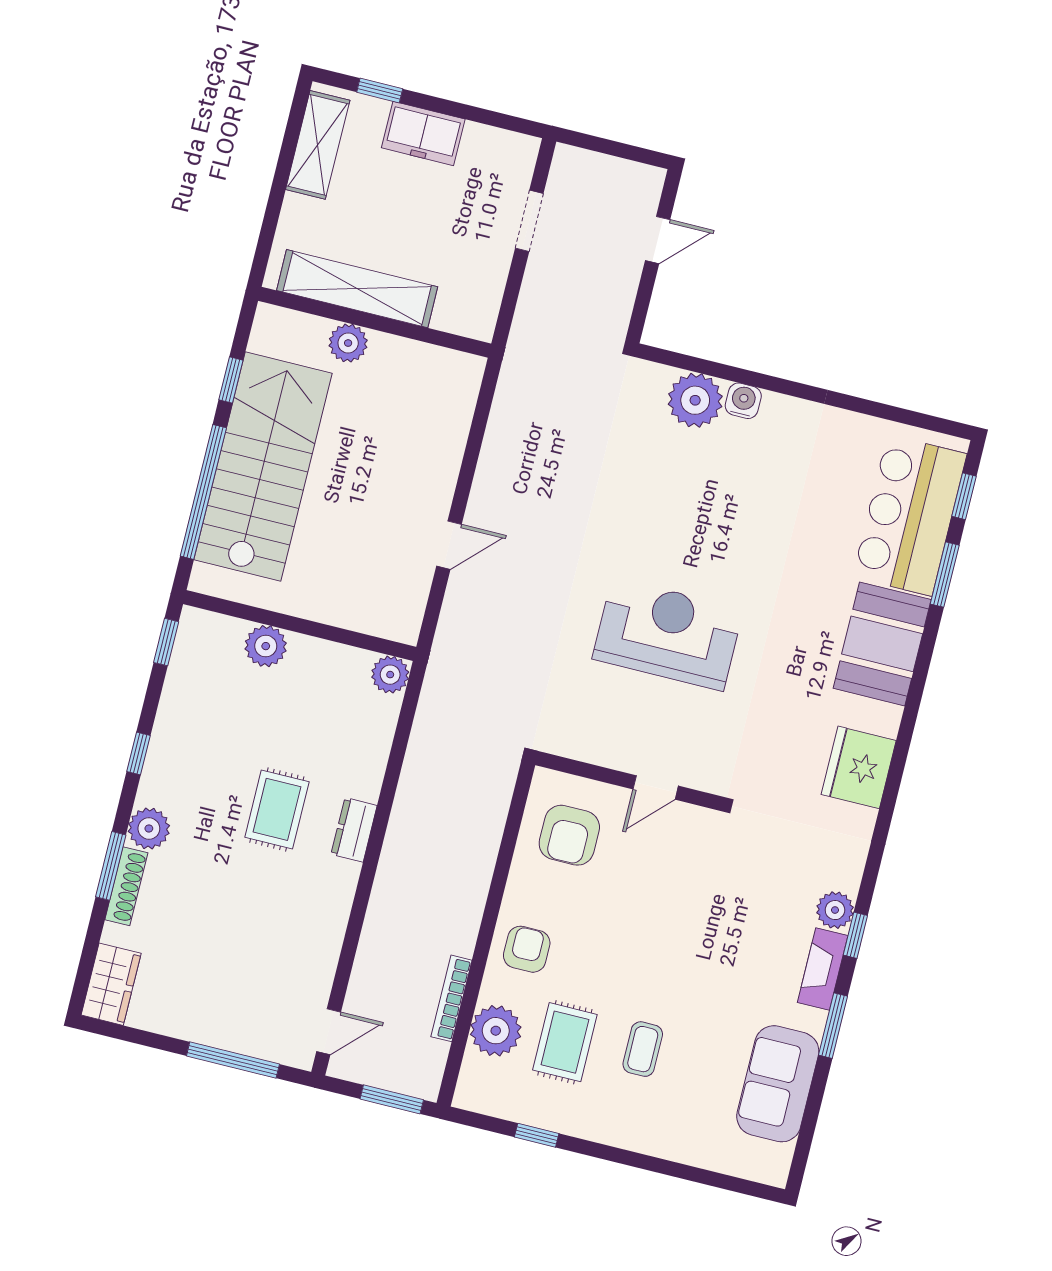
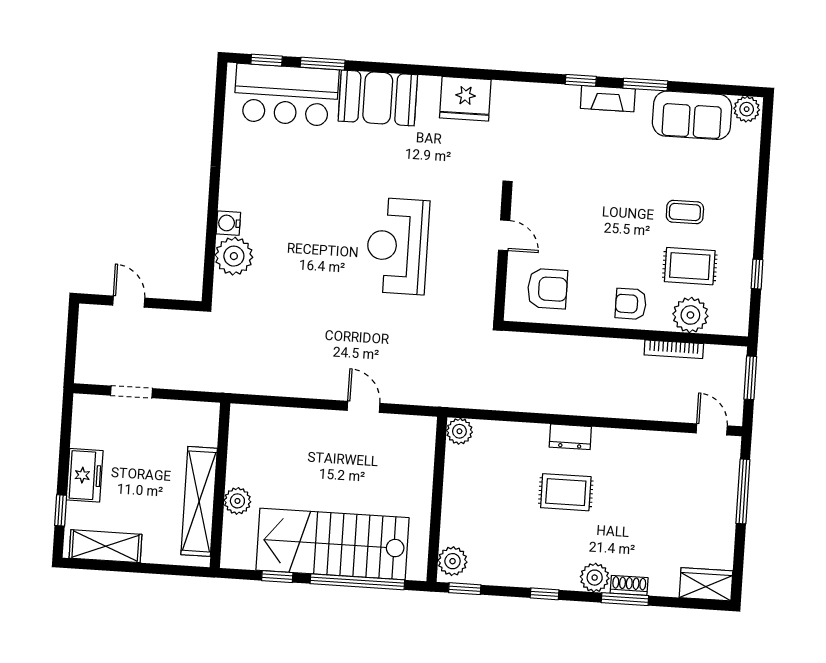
plant: (266, 646) -> (453, 561), moved
shoe rack: (126, 886) -> (629, 585), width x0.70
plant: (835, 910) -> (747, 109), moved

